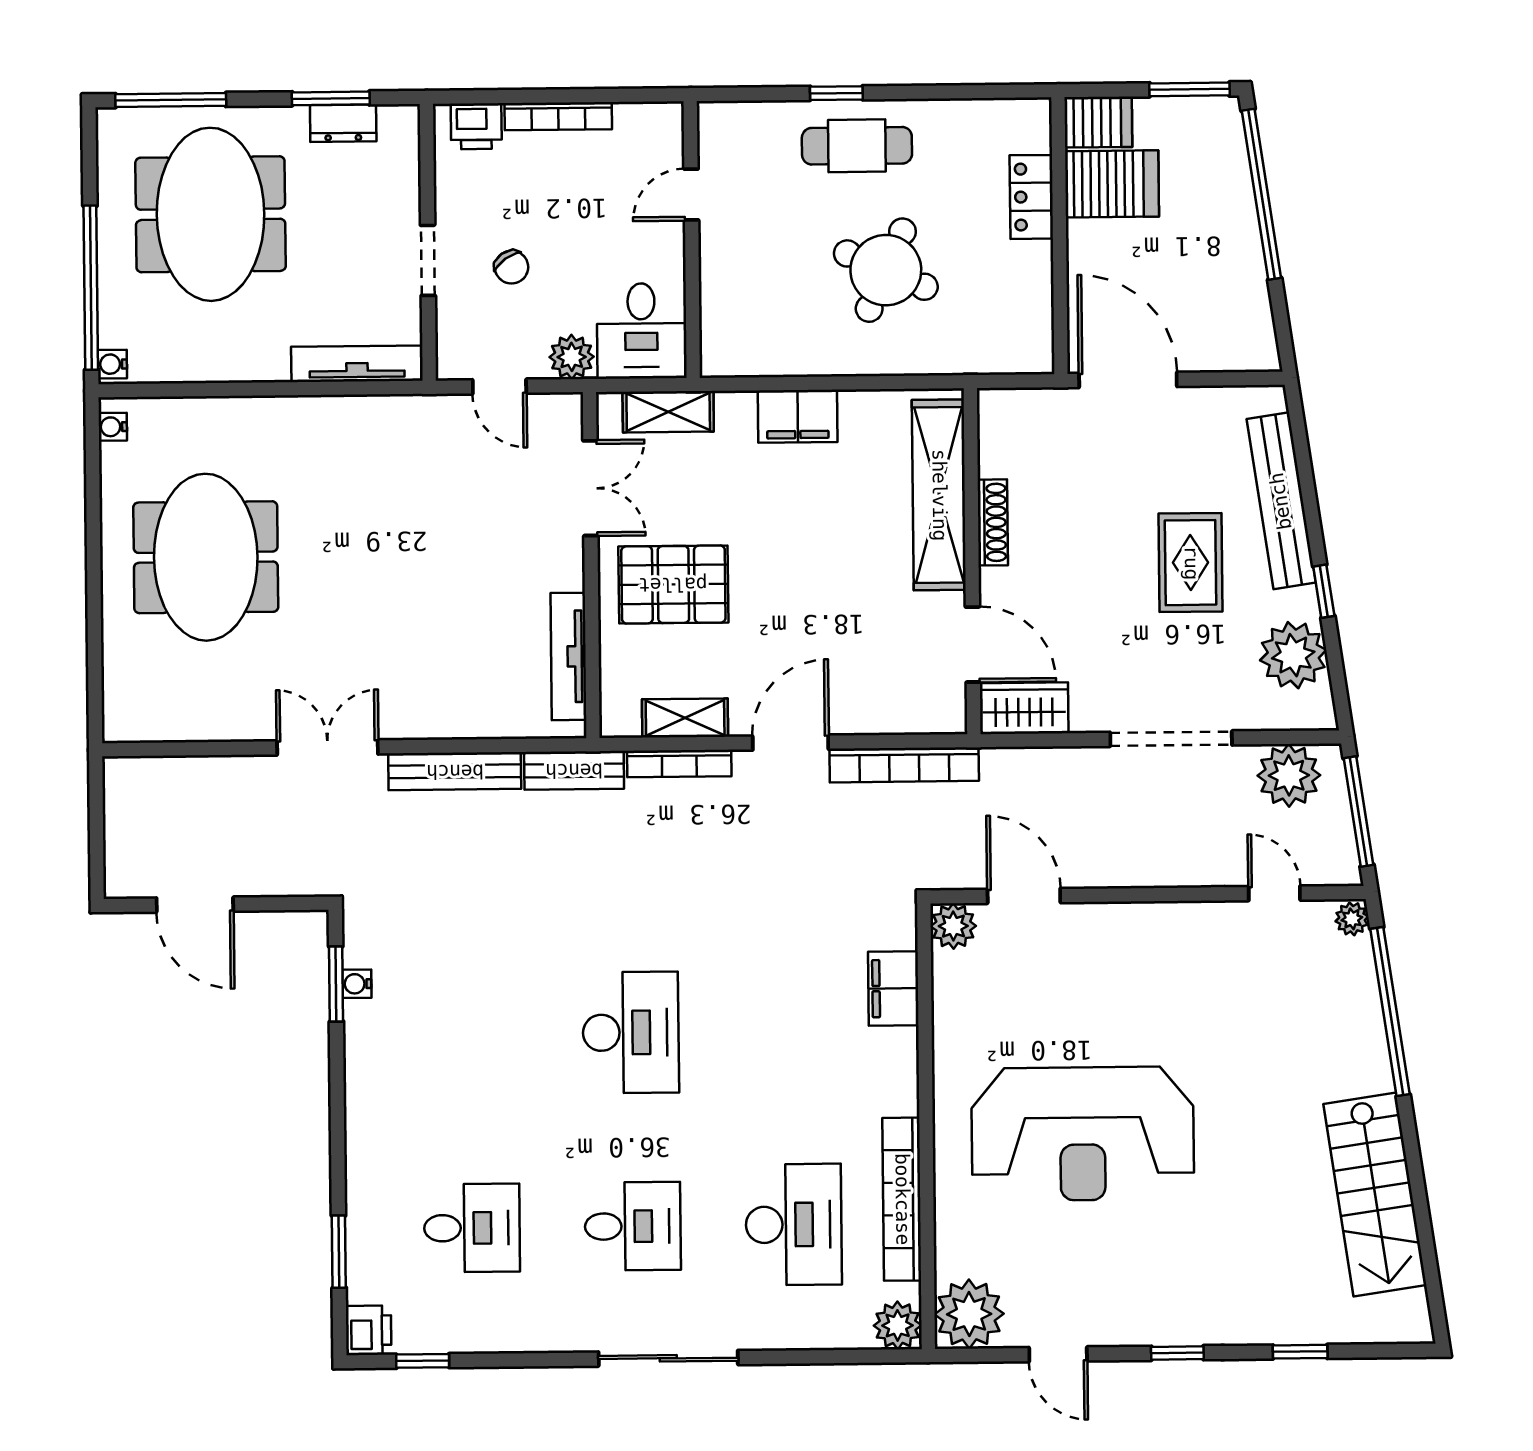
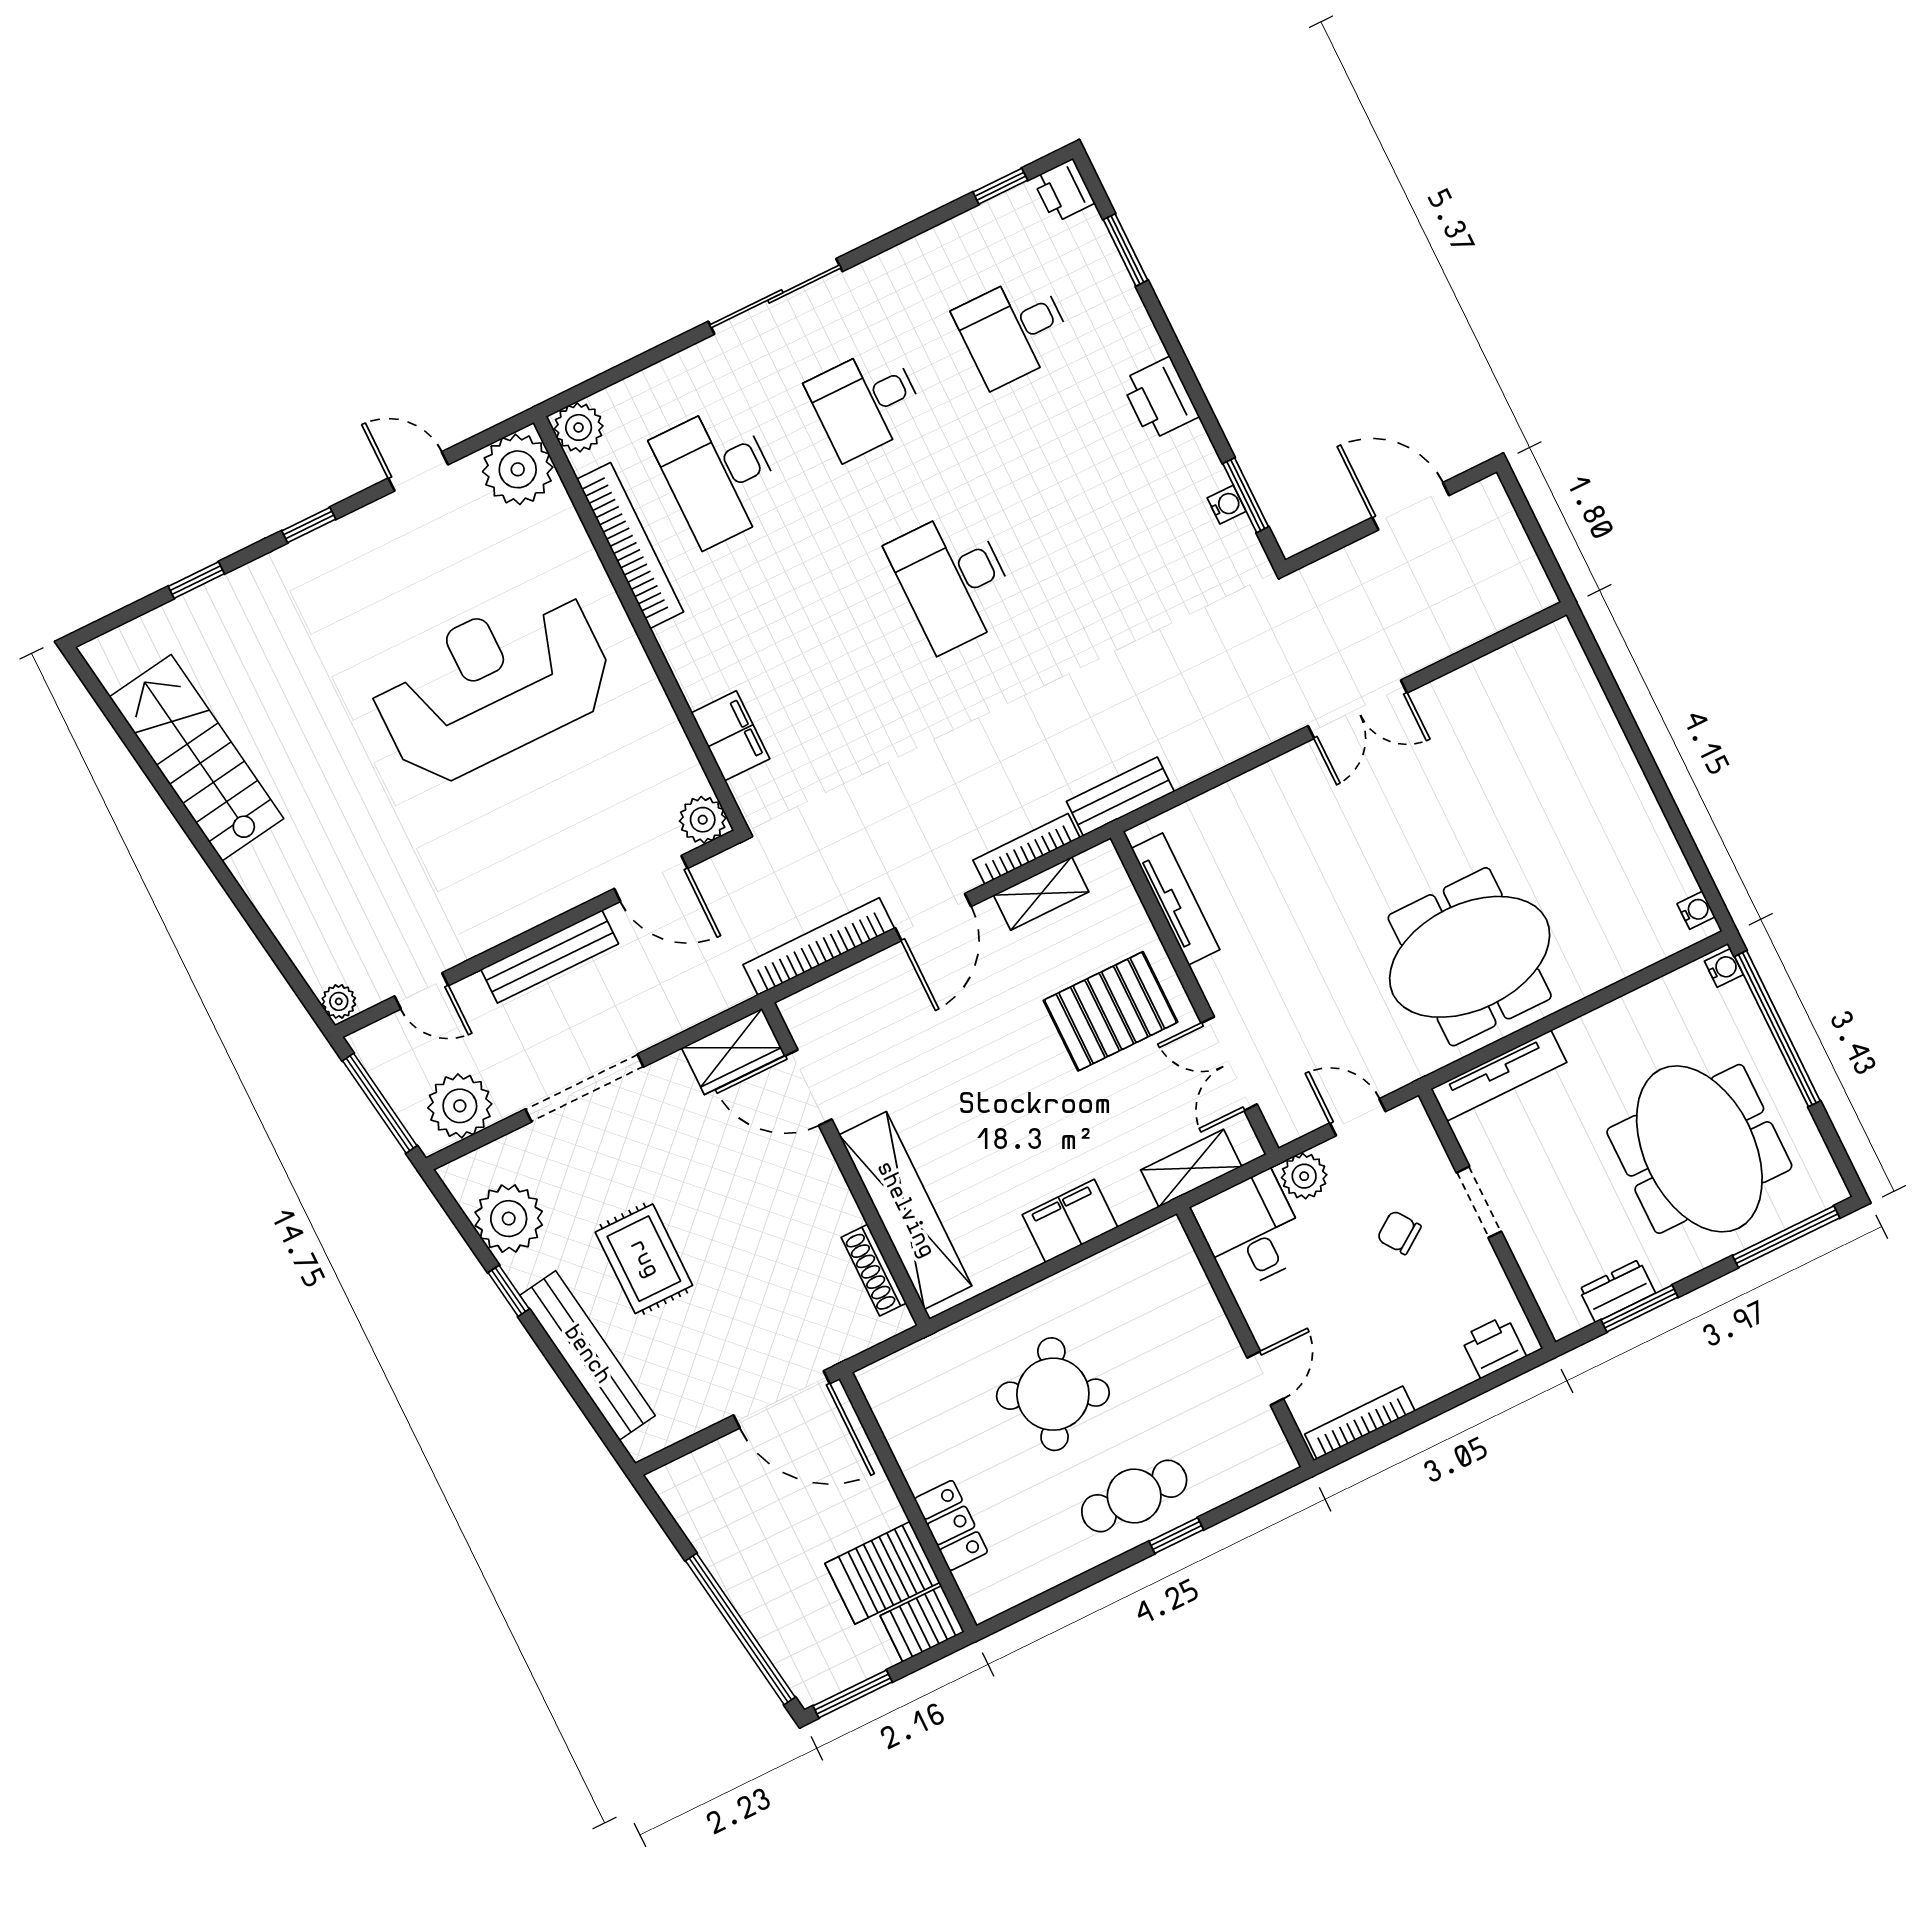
bookcase: (558, 116) -> (1360, 1423), moved
shoe rack: (993, 522) -> (874, 1270), moved
meeting table: (206, 557) -> (1470, 957), moved, turned 90
bench: (455, 771) -> (550, 957), moved
window: (1390, 1012) -> (263, 933), removed
printer: (371, 1106) -> (1160, 399), added

